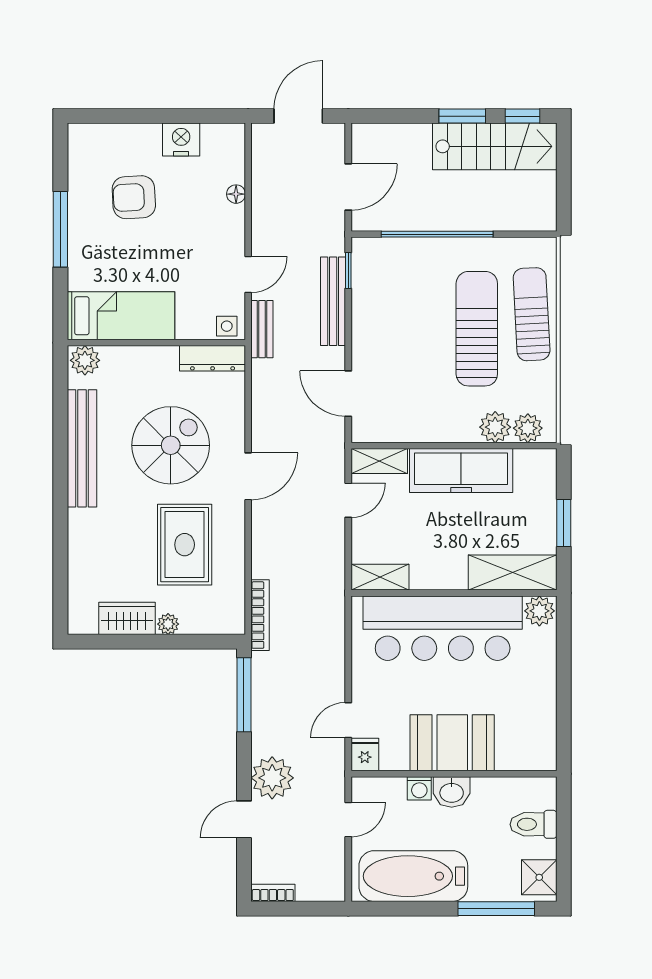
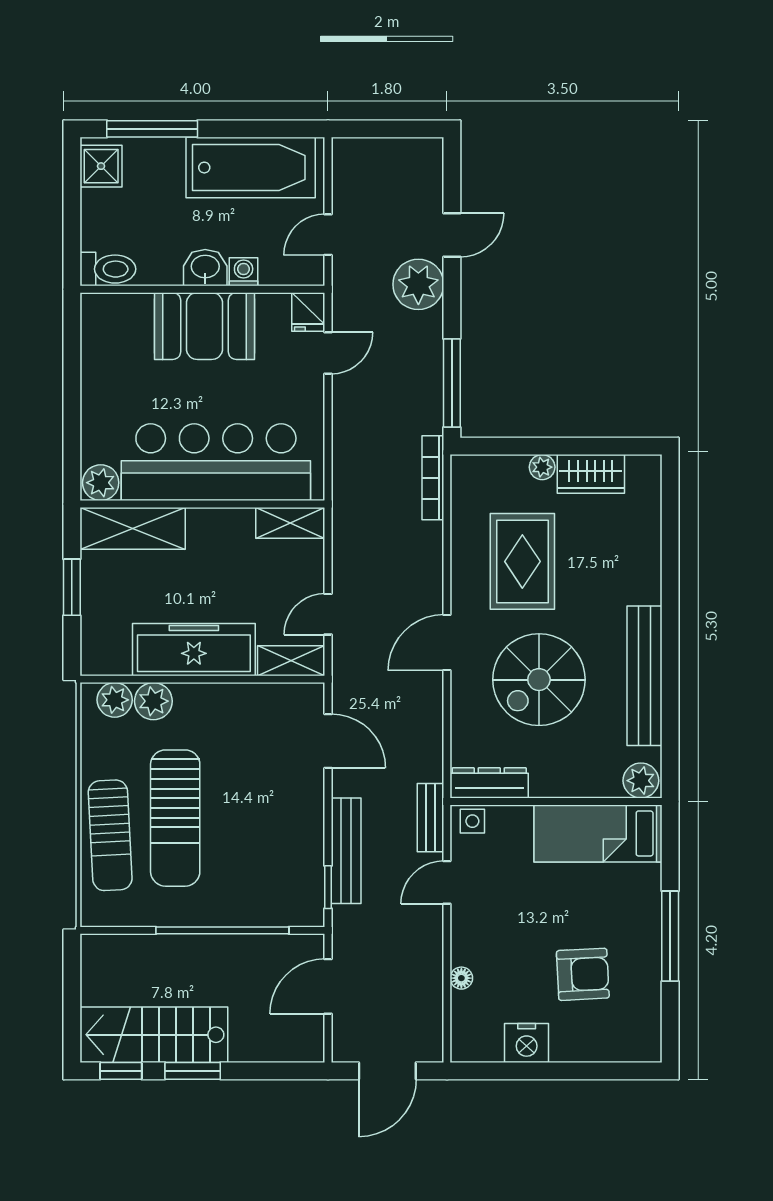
toilet: (533, 824) -> (108, 269), moved
bookcase: (273, 893) -> (418, 148), removed

